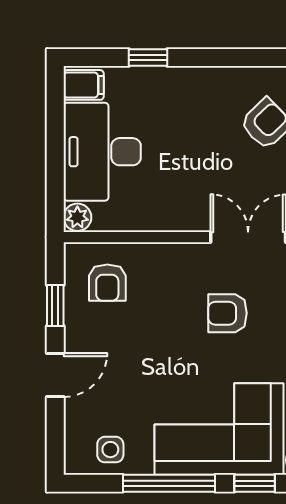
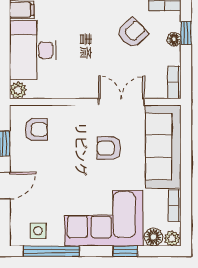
armchair: (107, 283) -> (36, 130), turned -90
window: (169, 483) -> (51, 251), moved

